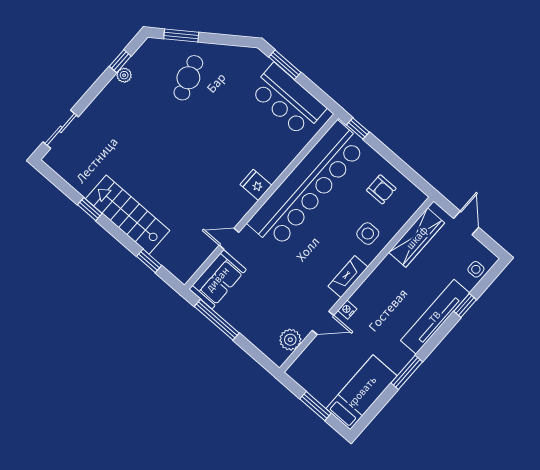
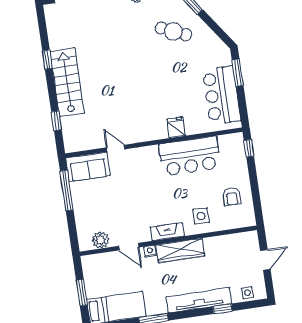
cafe table: (188, 78) -> (173, 31), turned 41
fridge: (256, 185) -> (176, 127), moved
bar counter: (307, 185) -> (190, 156), width x0.54
wardrobe: (417, 238) -> (180, 250), moved

